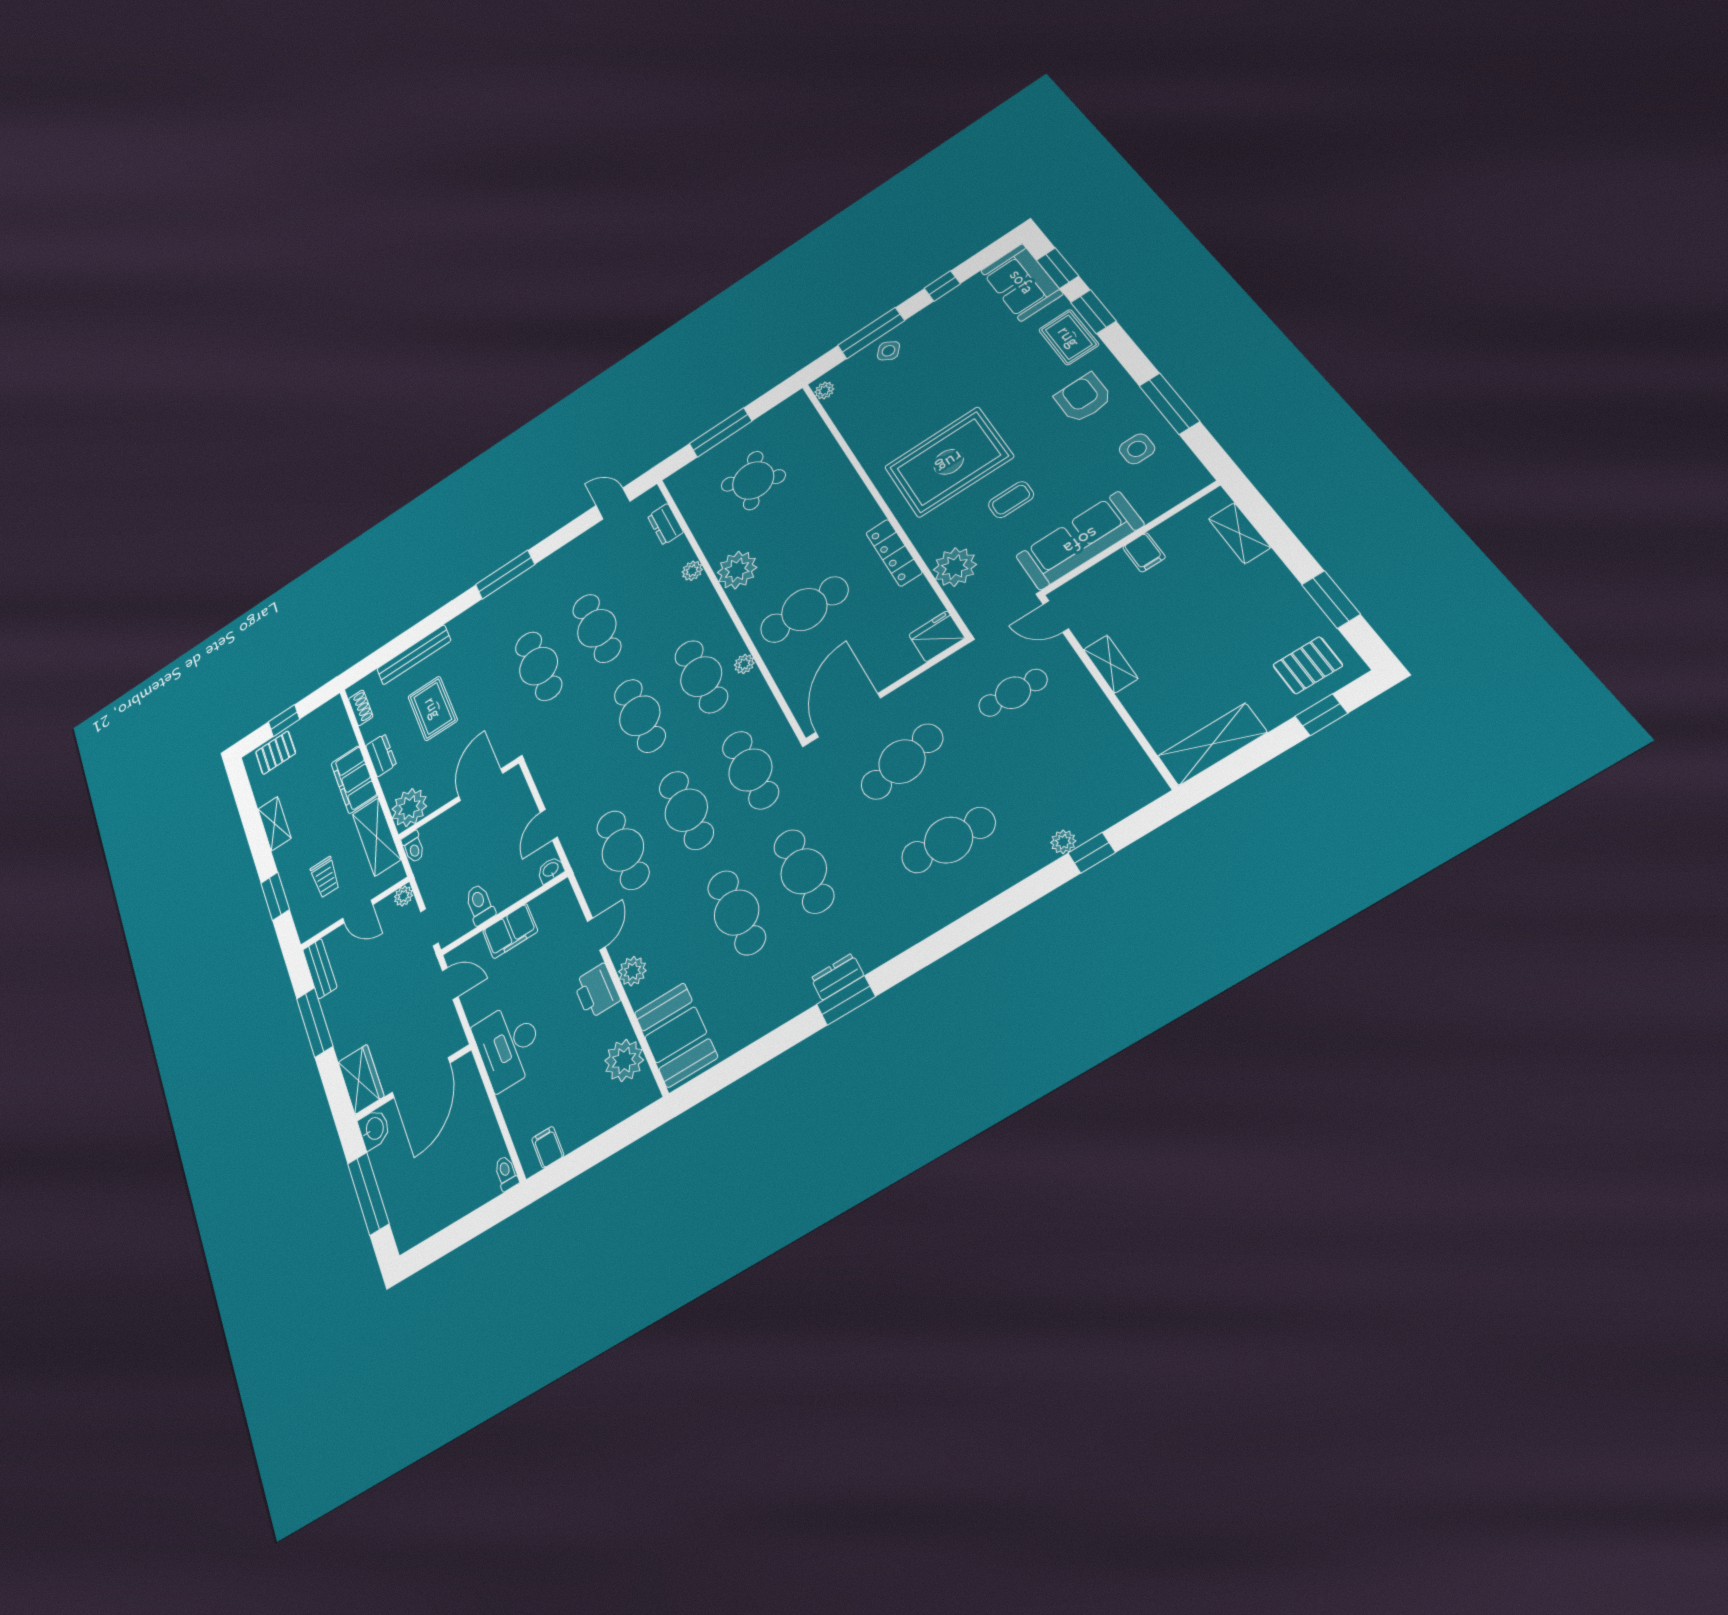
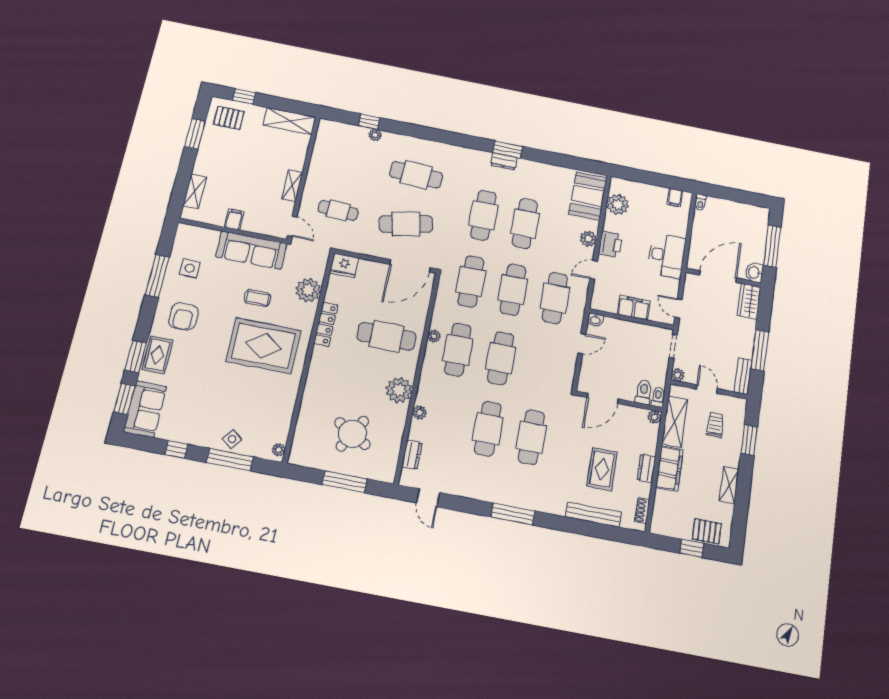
plant: (409, 808) -> (654, 417), width x0.53, depth x0.53
toilet: (480, 904) -> (644, 392), moved, turned 180

